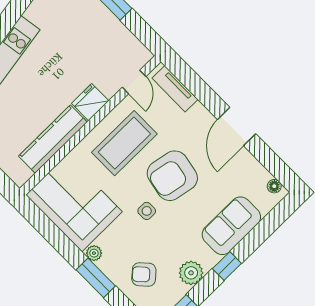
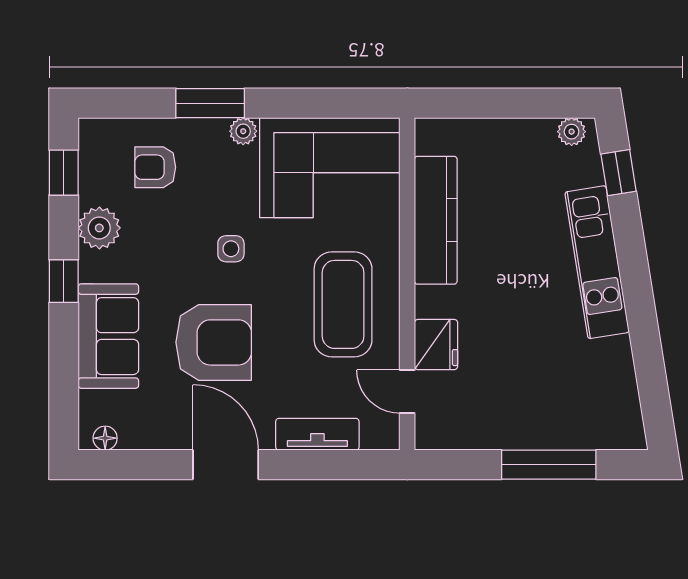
tv unit: (175, 89) -> (317, 434), moved
fridge: (90, 102) -> (436, 345), moved
armchair: (172, 176) -> (214, 342), moved, turned 79
armchair: (144, 274) -> (155, 167), turned -138

